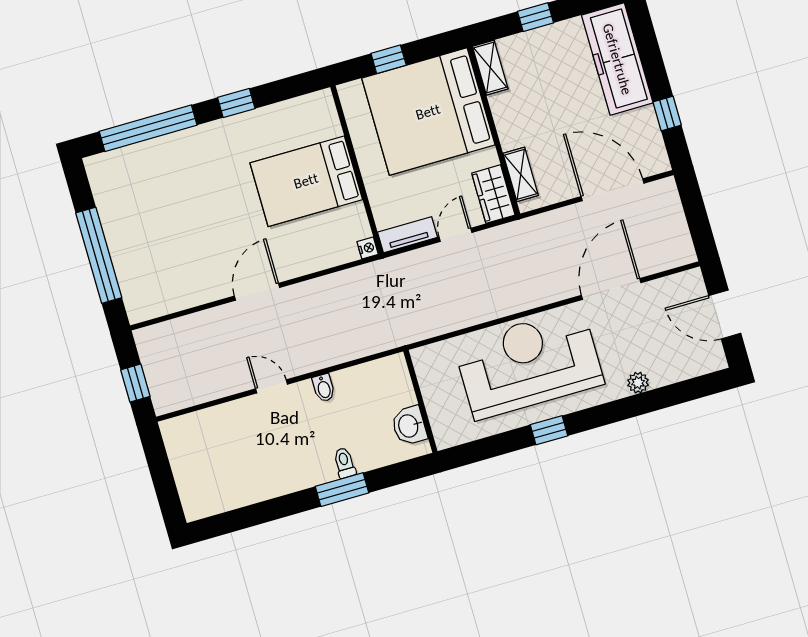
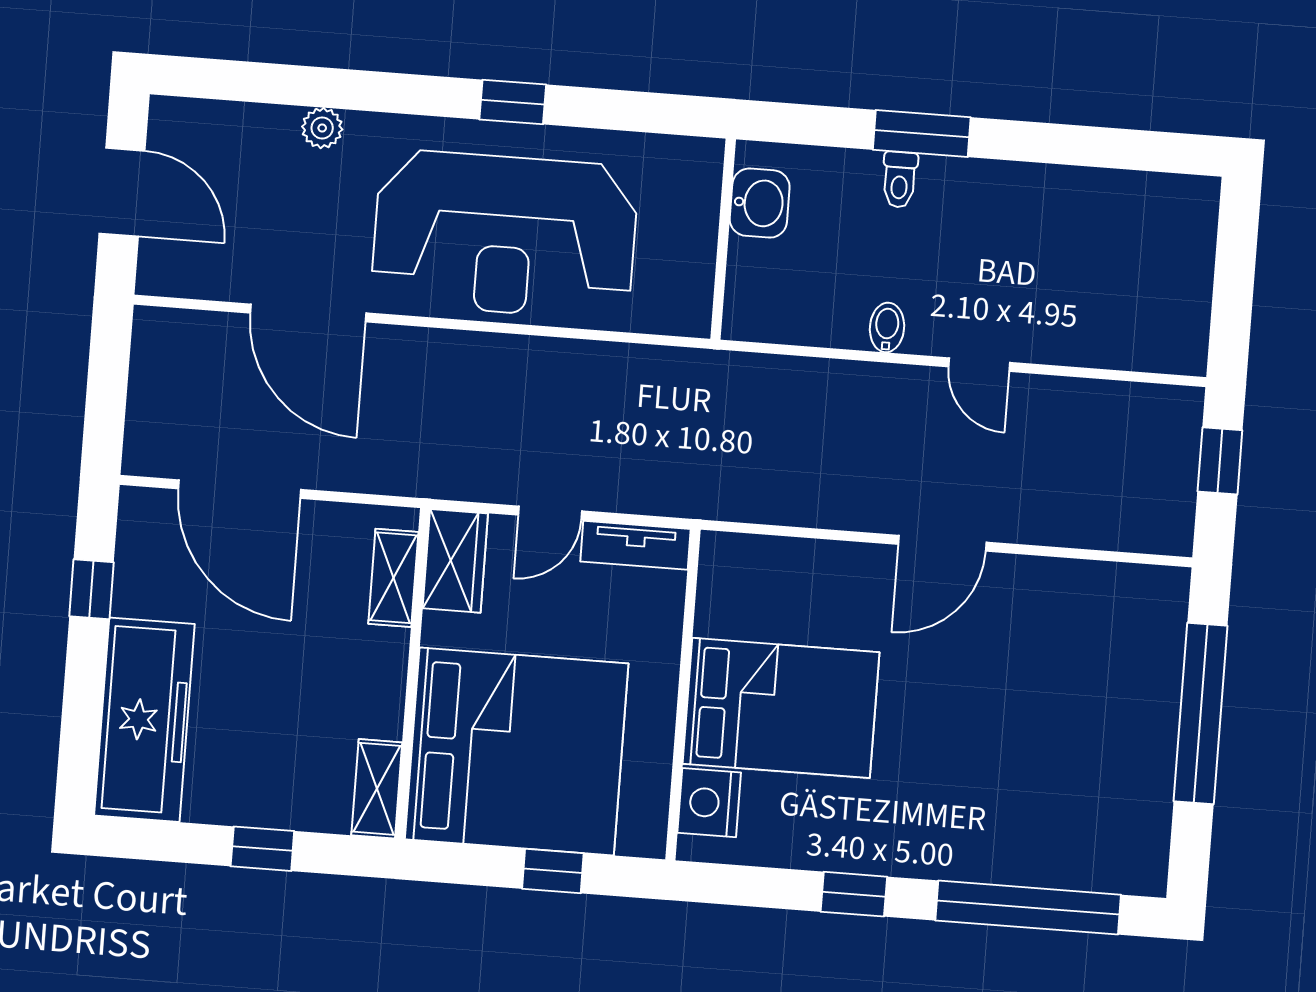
nightstand: (368, 248) -> (709, 803), moved, width x1.89, depth x1.79
door: (611, 289) -> (308, 313), hinge flipped

